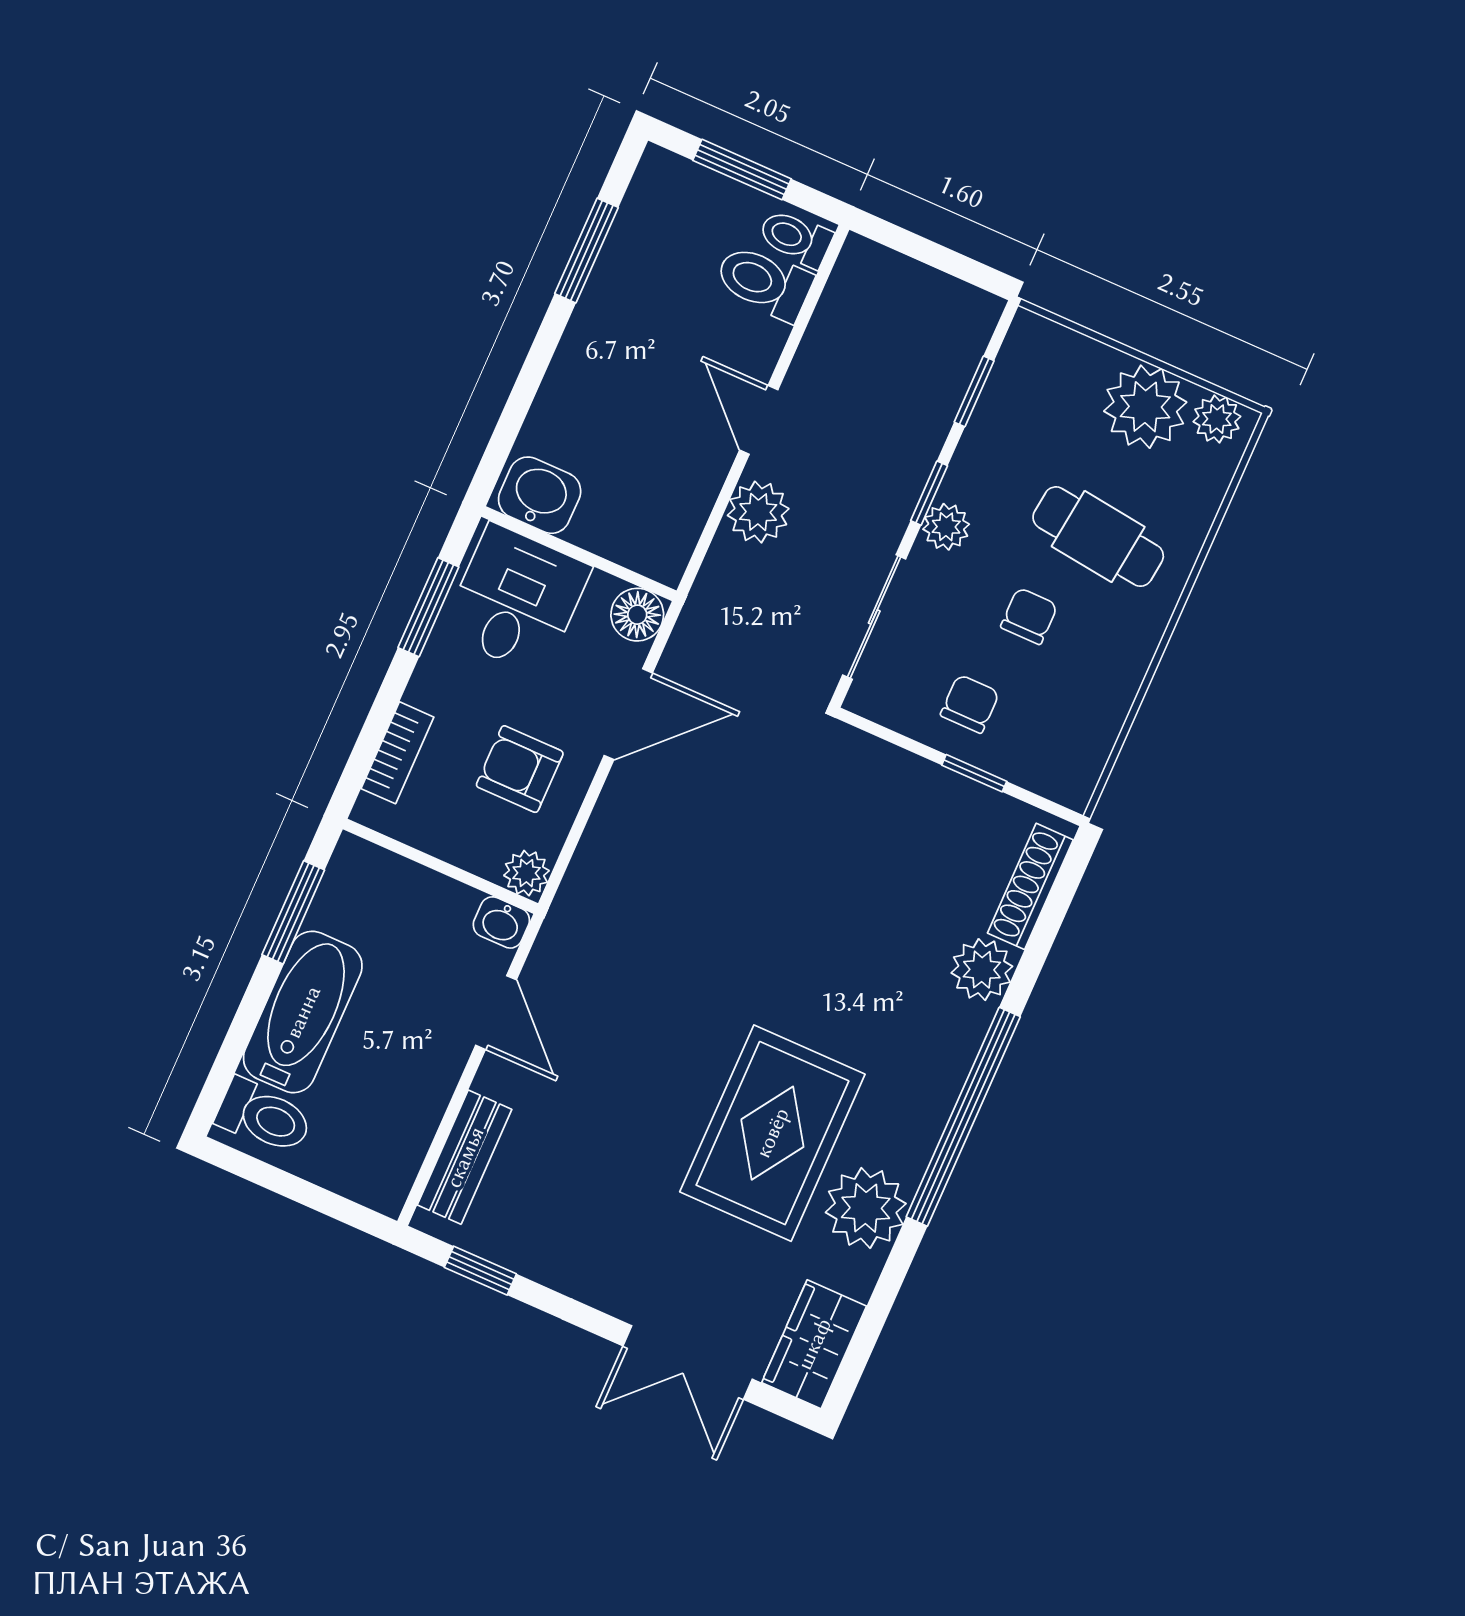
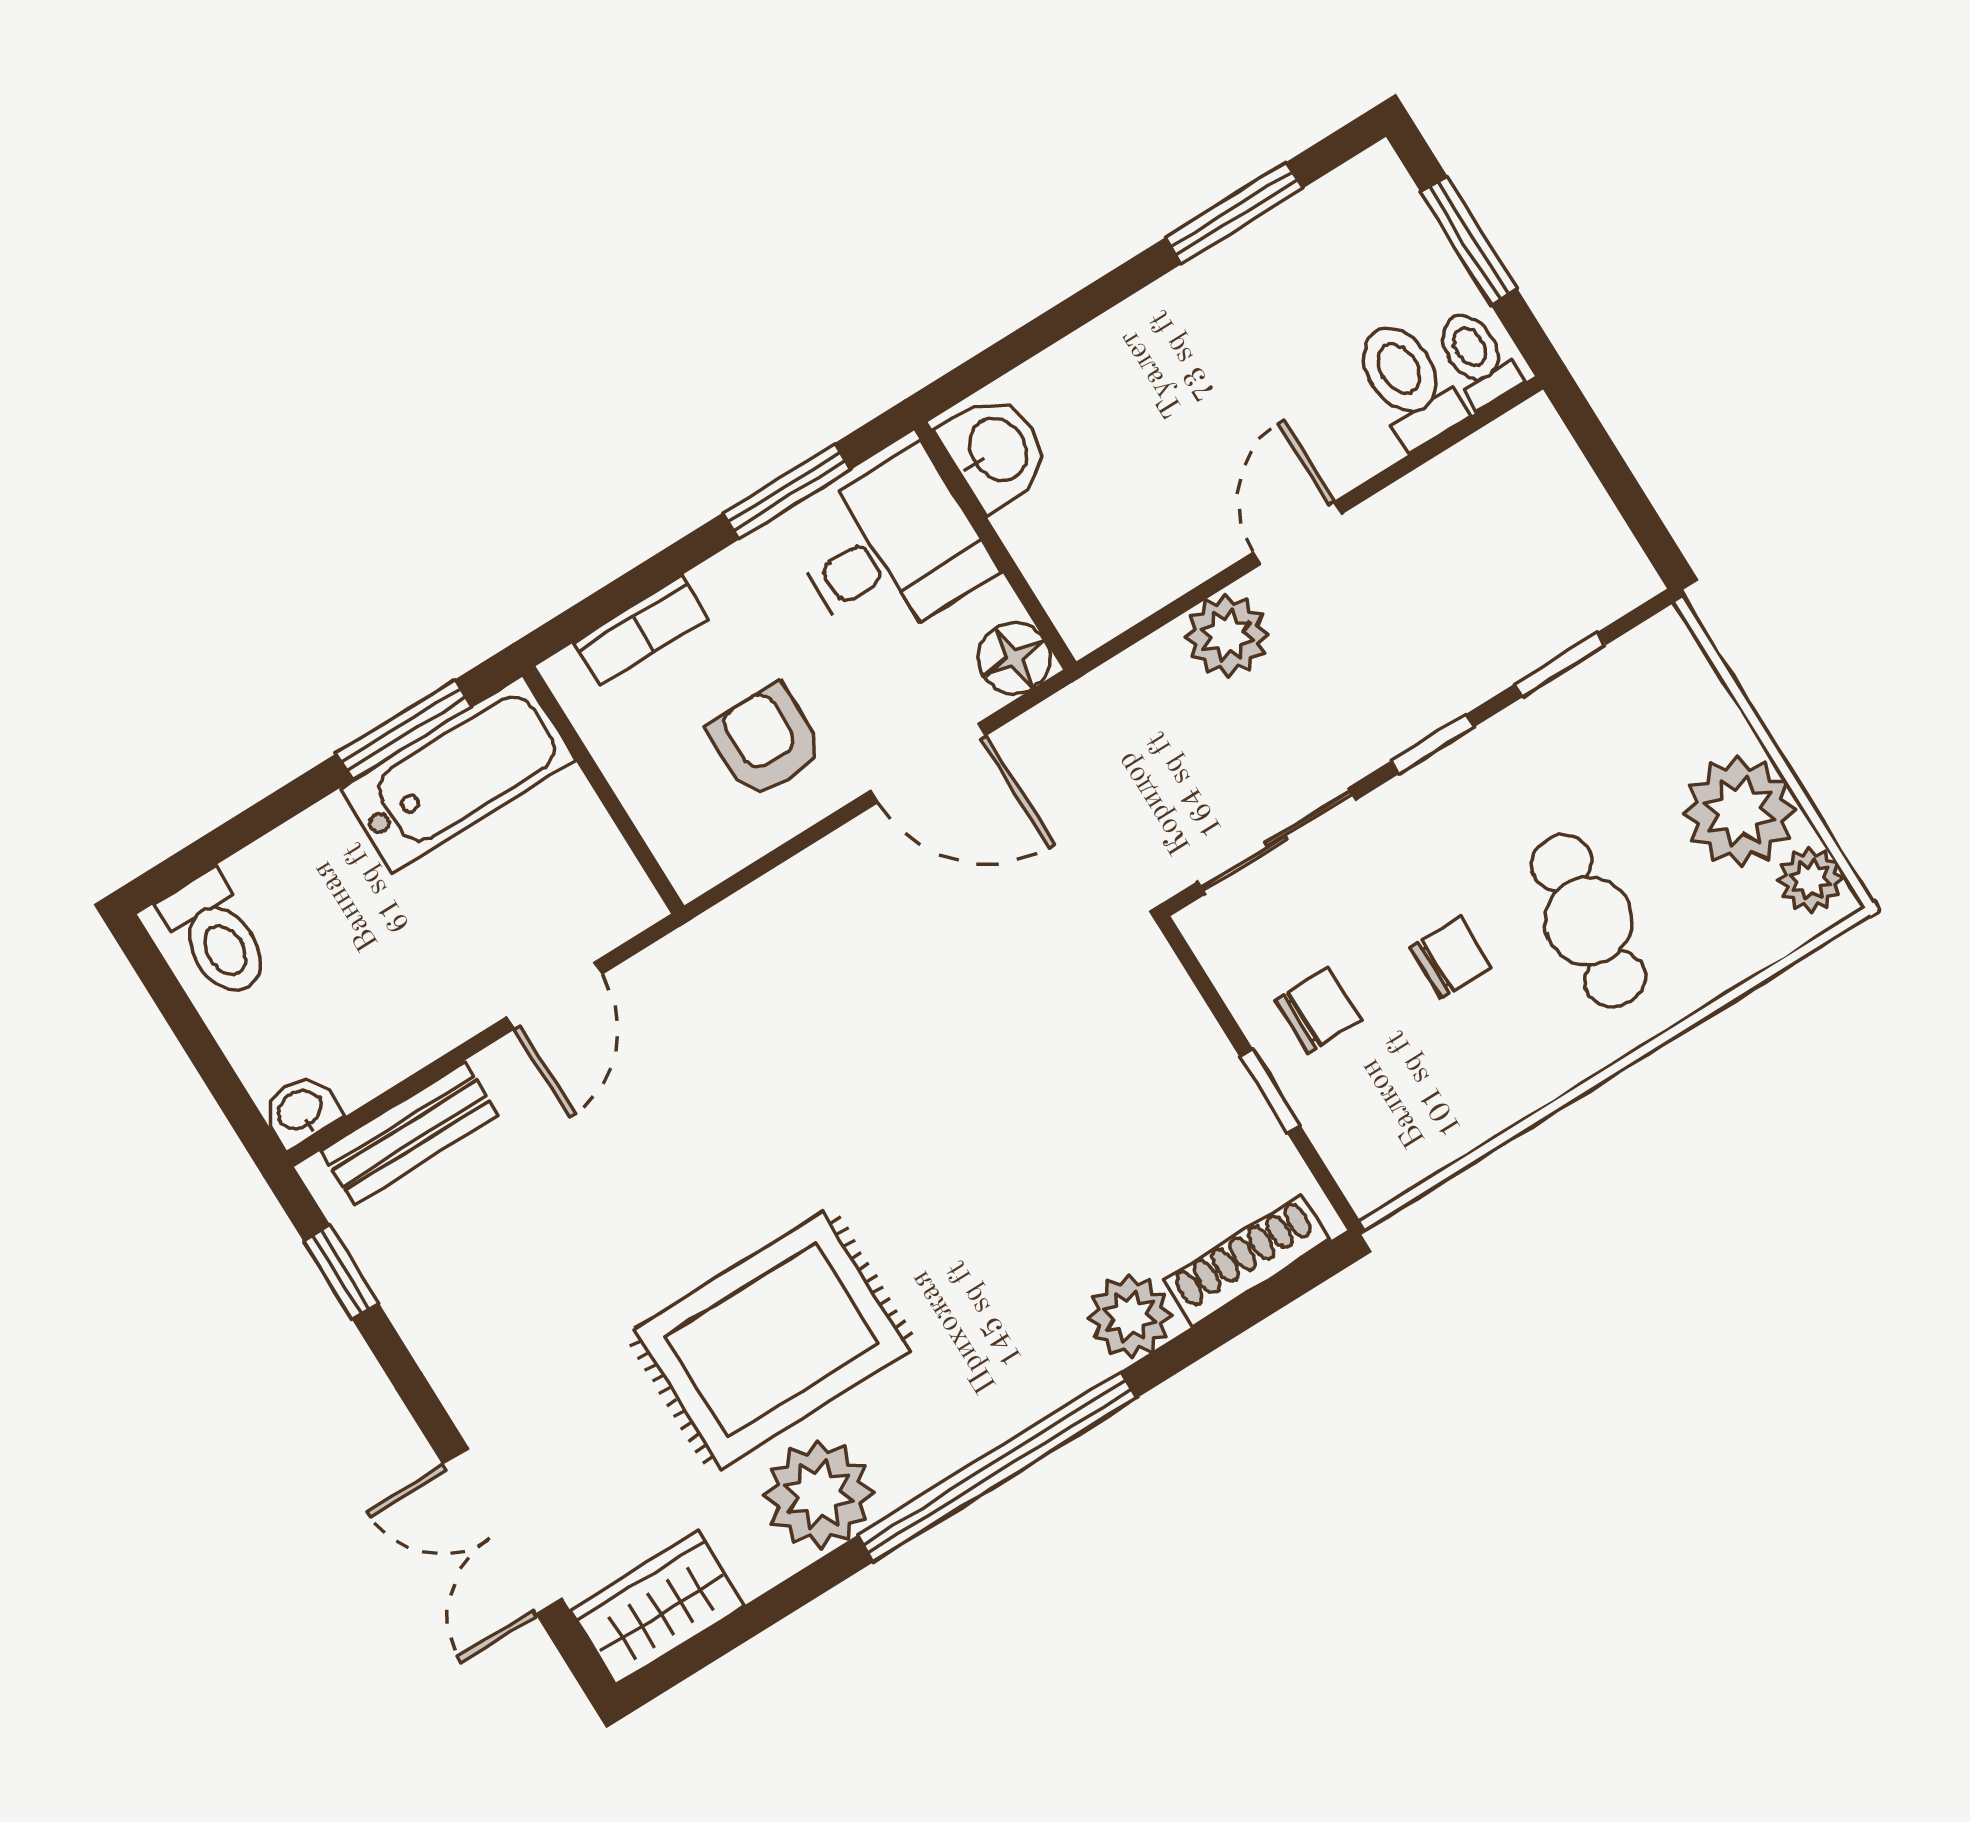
plant: (946, 527) -> (1426, 795), removed
plant: (526, 873) -> (694, 863), removed
washbasin: (501, 922) -> (300, 1111), moved, turned 90
bathtub: (303, 1012) -> (458, 774), moved

